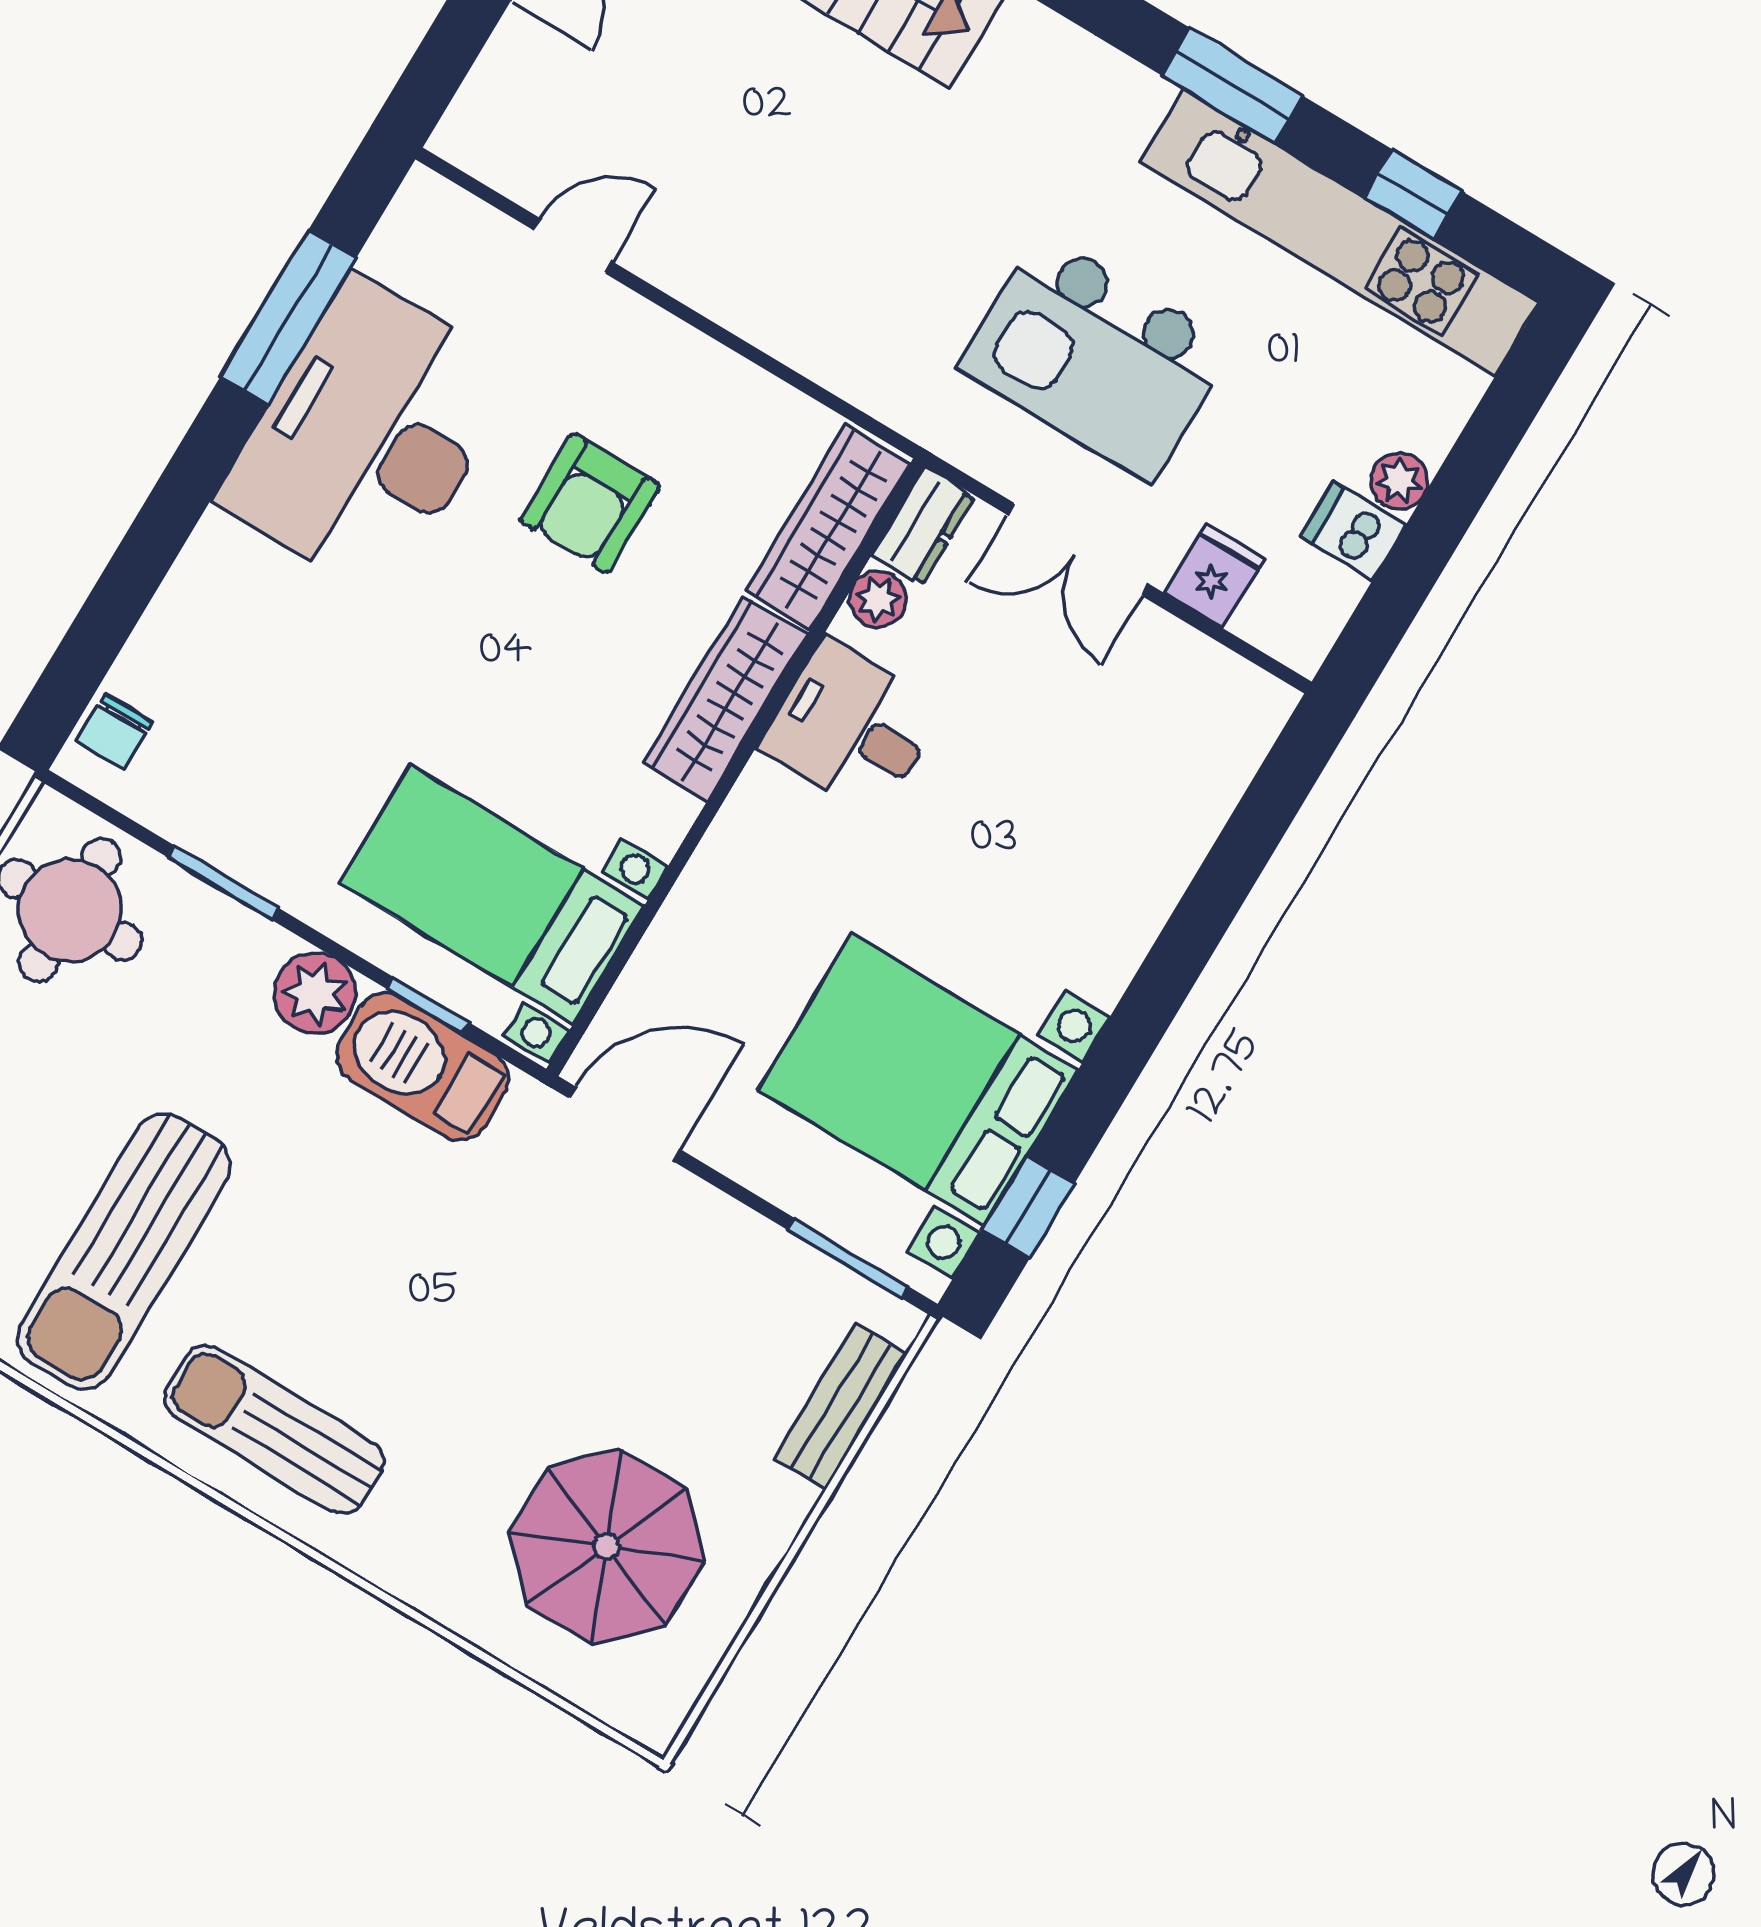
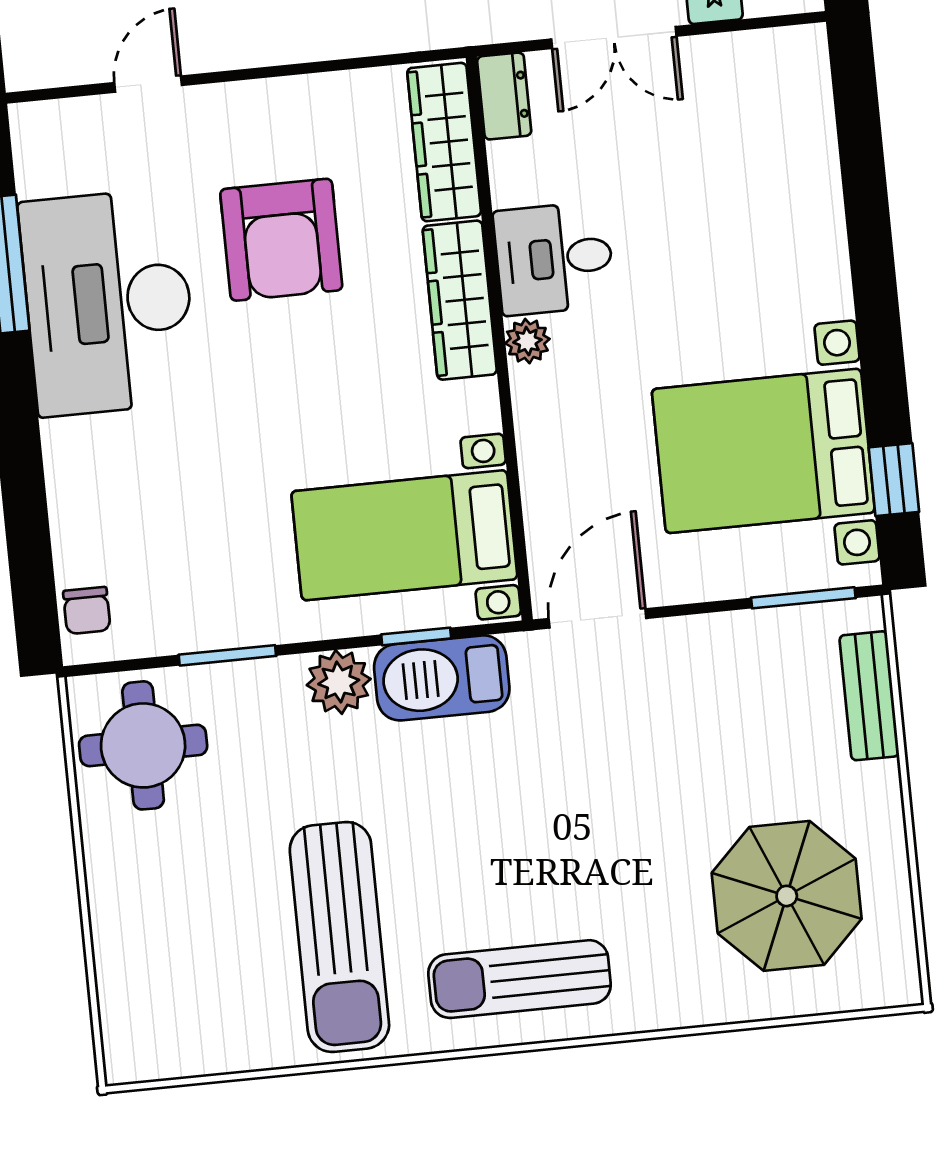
armchair: (590, 503) -> (281, 240), width x1.36, depth x1.36
plant: (878, 599) -> (527, 341), moved

